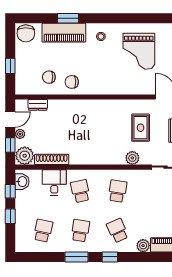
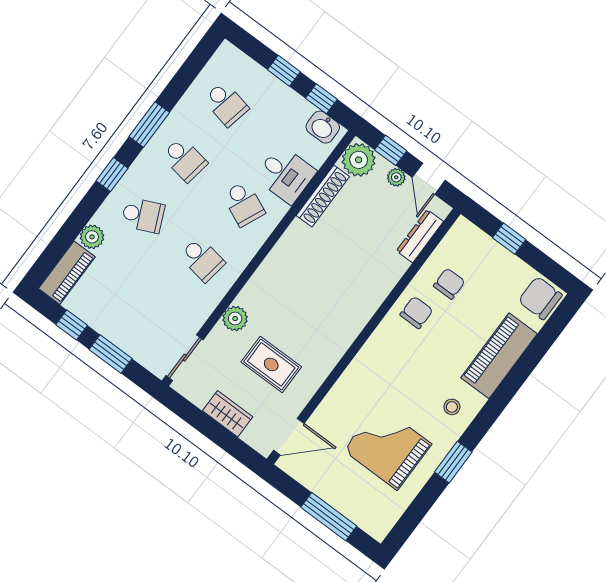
window: (68, 18) -> (453, 462), moved
dresser: (38, 105) -> (420, 236), width x1.44
school desk: (80, 191) -> (244, 204), turned 36

